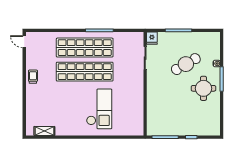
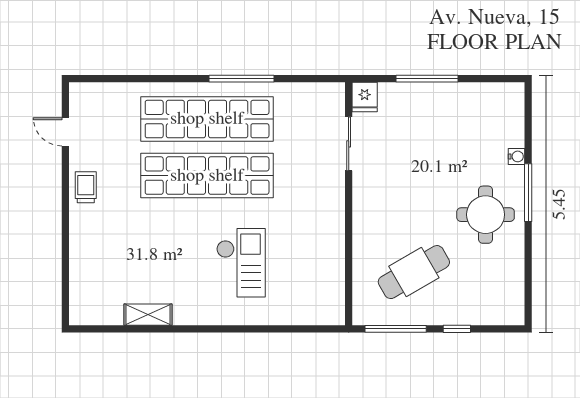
door: (24, 42) -> (65, 132), moved
cafe table: (186, 64) -> (414, 272), moved
checkout: (99, 109) -> (241, 263), width x0.73, depth x0.83
shelving: (44, 131) -> (148, 315), moved

